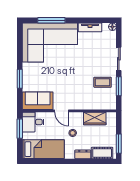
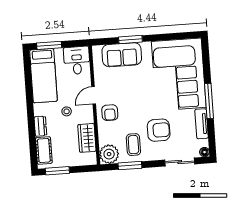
window: (51, 20) -> (209, 101), moved
sliding door: (119, 59) -> (180, 162), moved
armchair: (93, 62) -> (159, 130), added
armchair: (76, 99) -> (110, 113), added
sofa: (38, 101) -> (122, 55), moved, turned 90
plant: (109, 102) -> (109, 154), added
window: (20, 129) -> (49, 45), moved

